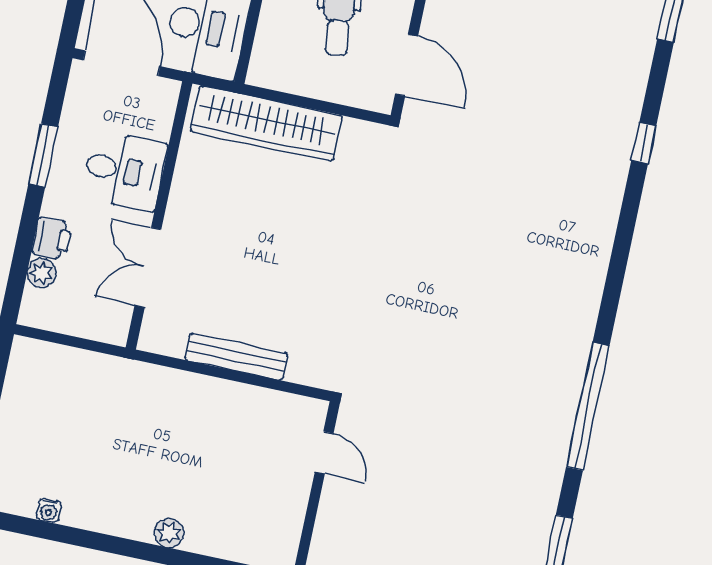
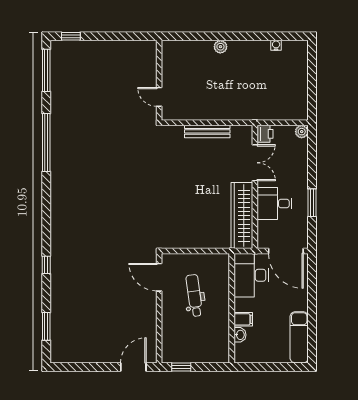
wardrobe: (266, 123) -> (242, 216), moved, turned -90
printer: (52, 238) -> (265, 134), moved, turned 180
plant: (42, 273) -> (302, 132), moved

